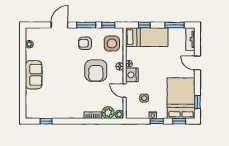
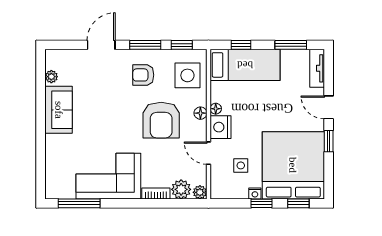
sofa: (34, 75) -> (59, 110), moved
bed: (181, 98) -> (293, 165), width x1.36
window: (197, 102) -> (329, 141), moved
corner sofa: (64, 105) -> (108, 176), added
window: (46, 121) -> (79, 203), width x2.17

